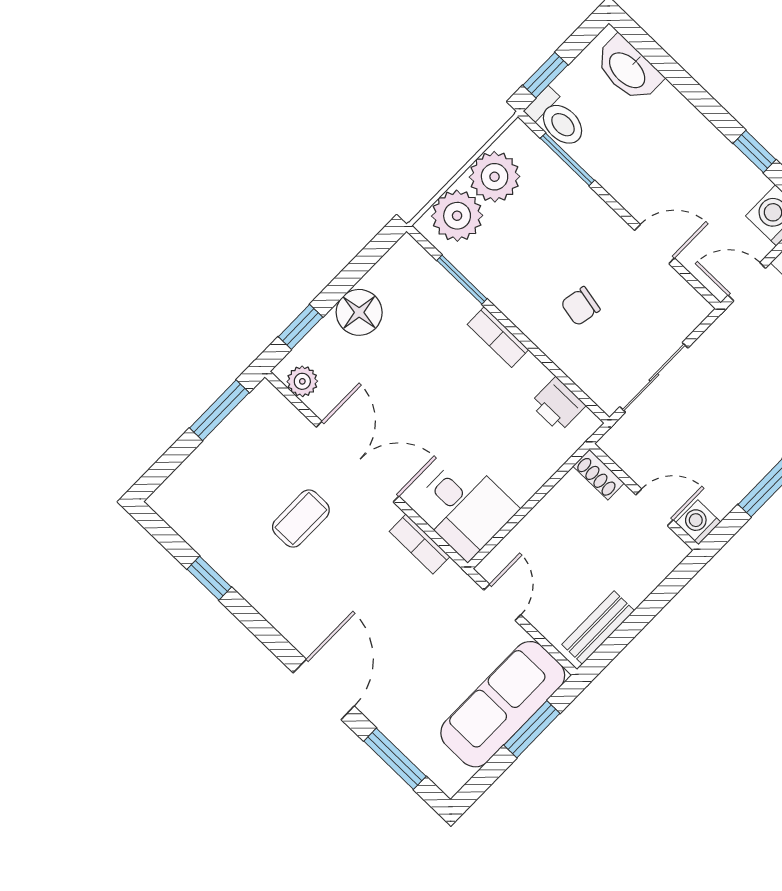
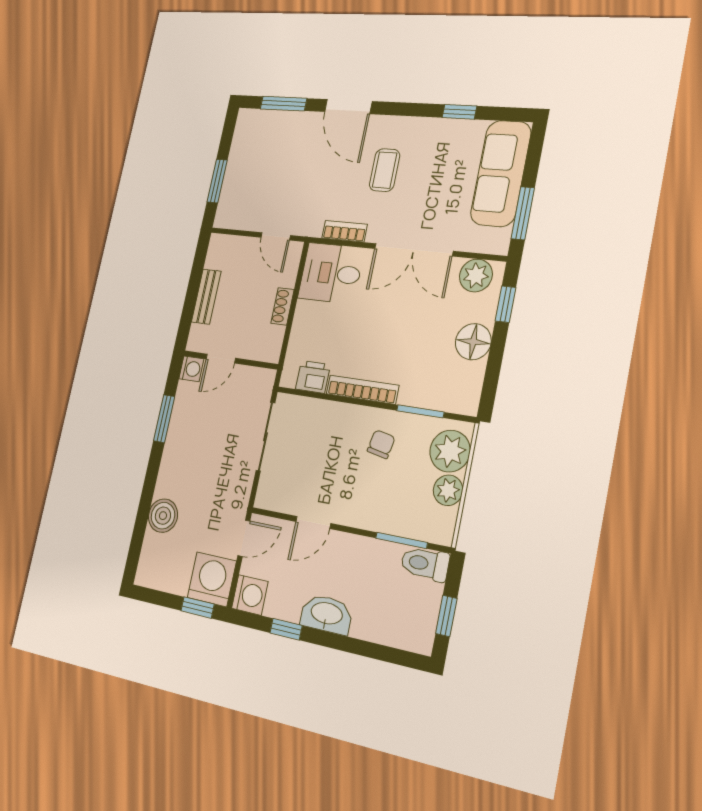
washbasin: (628, 69) -> (326, 614), moved
window: (545, 75) -> (446, 616), moved
plant: (495, 177) -> (448, 490), width x0.73, depth x0.73
chair: (580, 306) -> (381, 444), moved
bookcase: (498, 337) -> (362, 390), width x1.56
plant: (302, 381) -> (476, 275), width x1.38, depth x1.38
shoe rack: (599, 475) -> (282, 306), moved, turned -90
coffee table: (301, 519) -> (385, 170), moved
bench: (598, 628) -> (206, 297), moved
sofa: (503, 704) -> (501, 173), moved, turned 180

